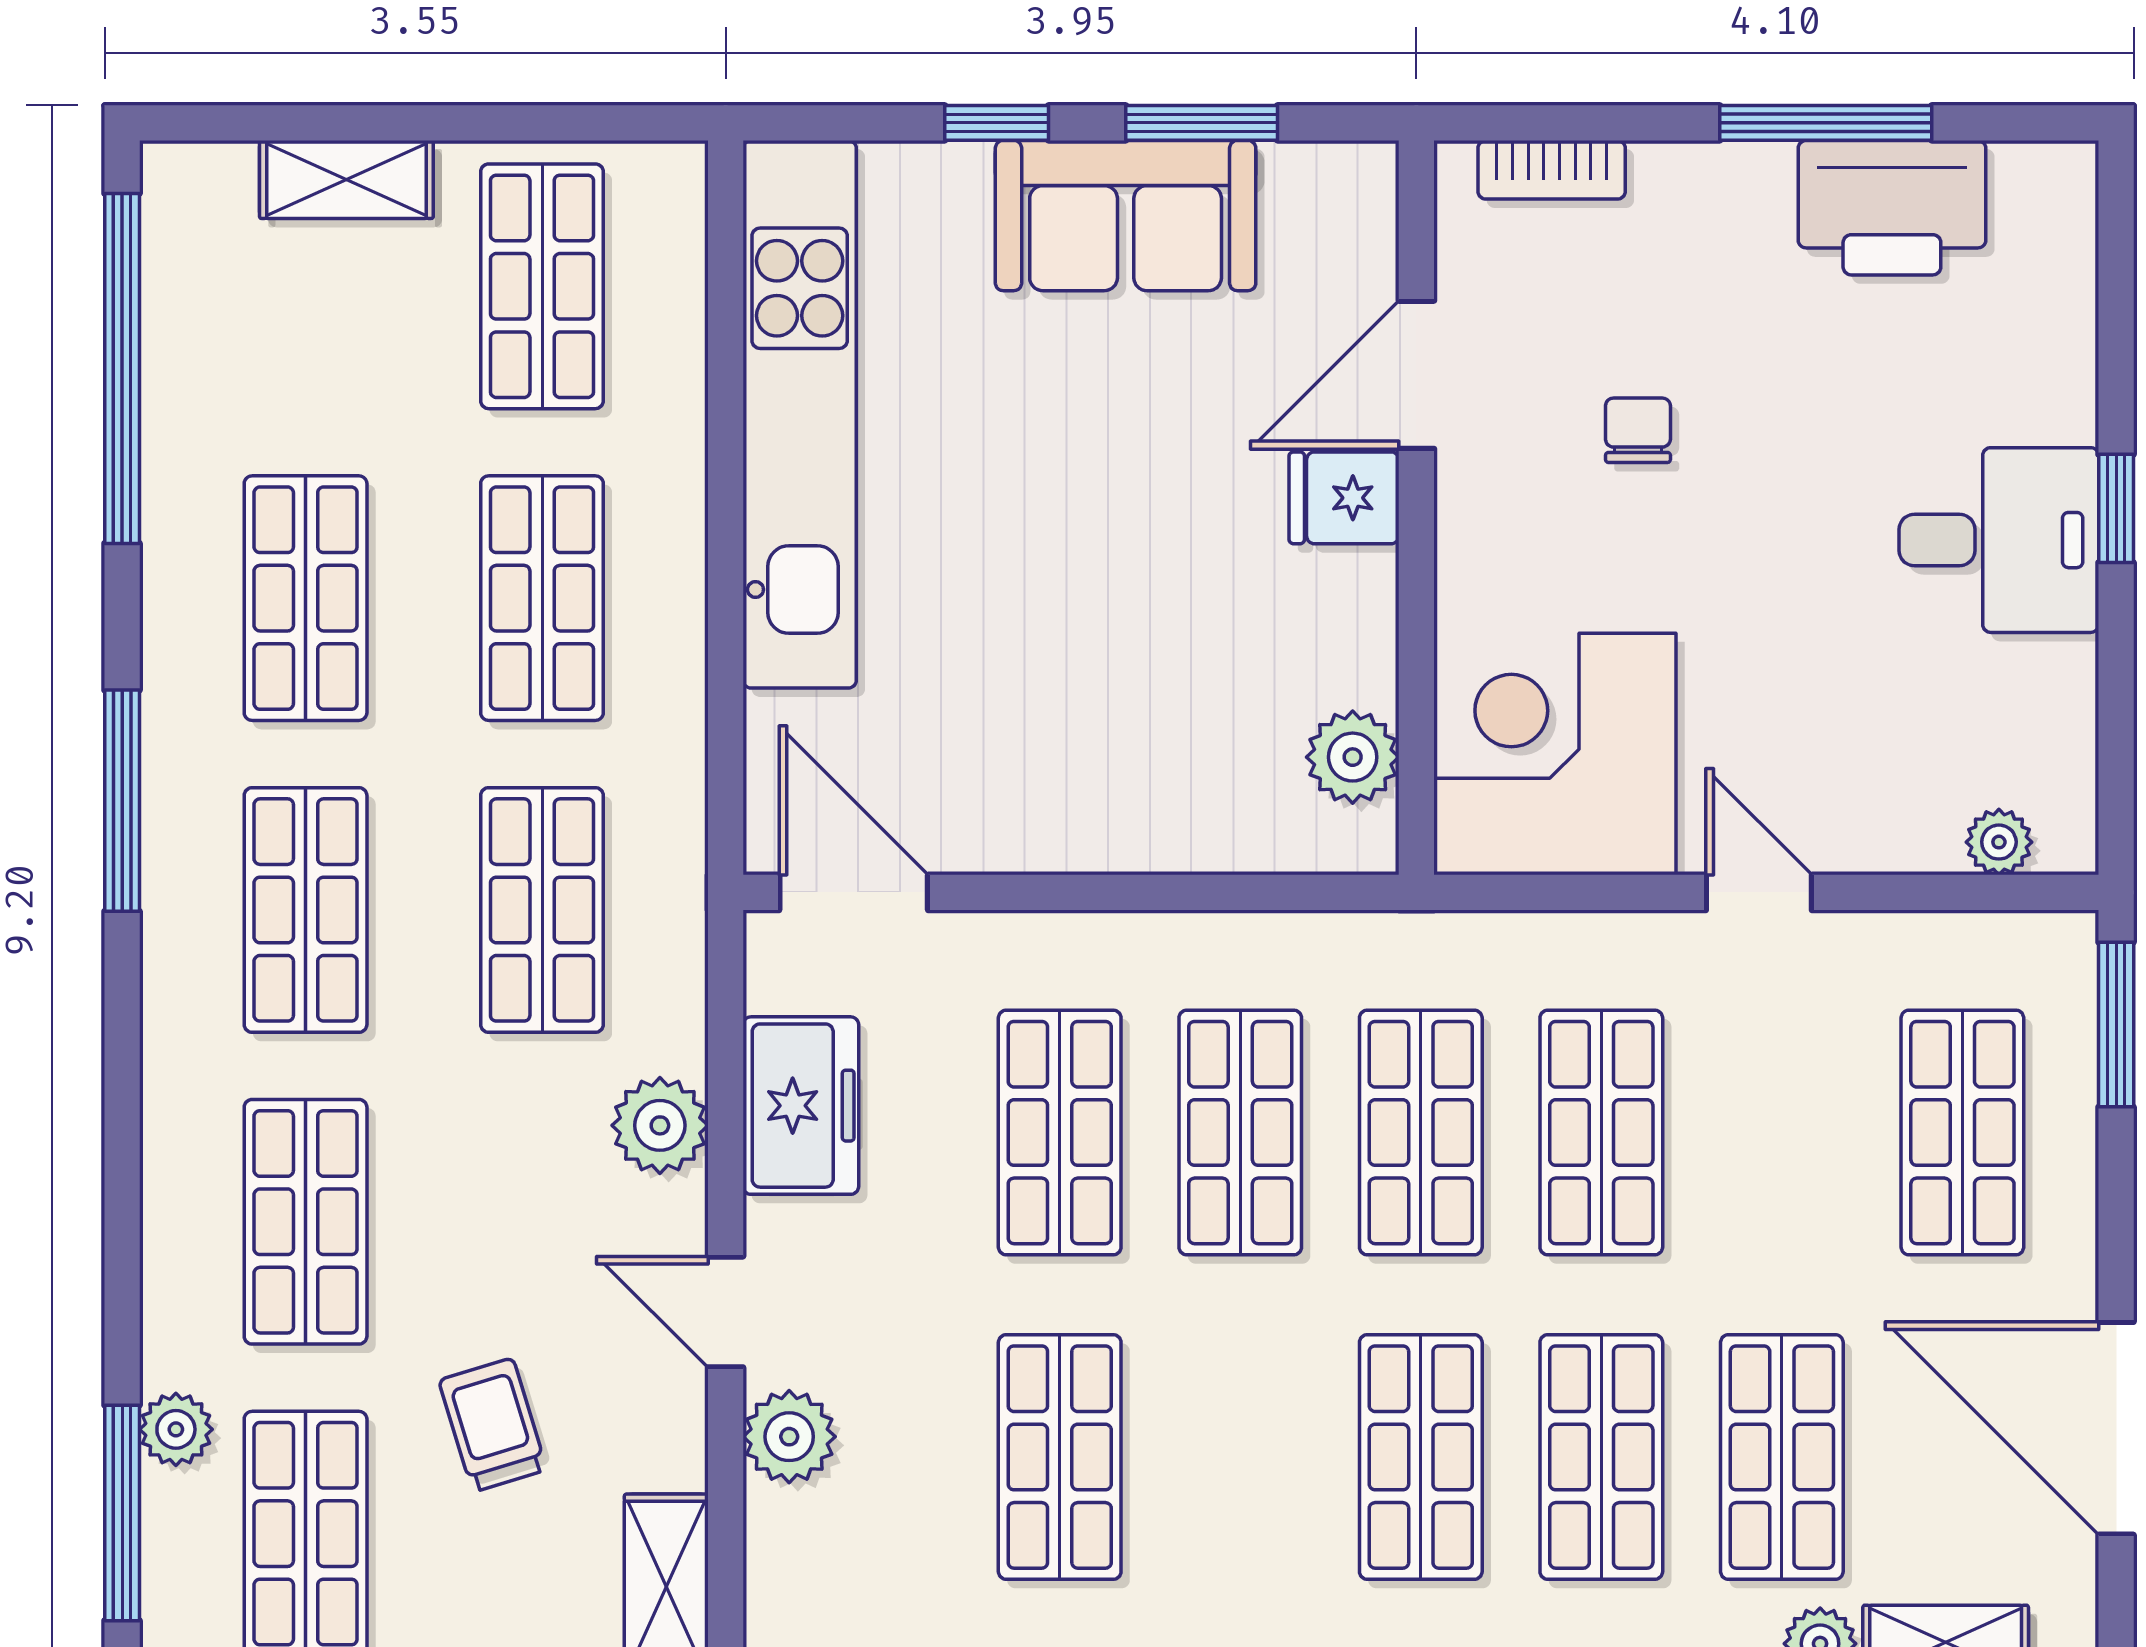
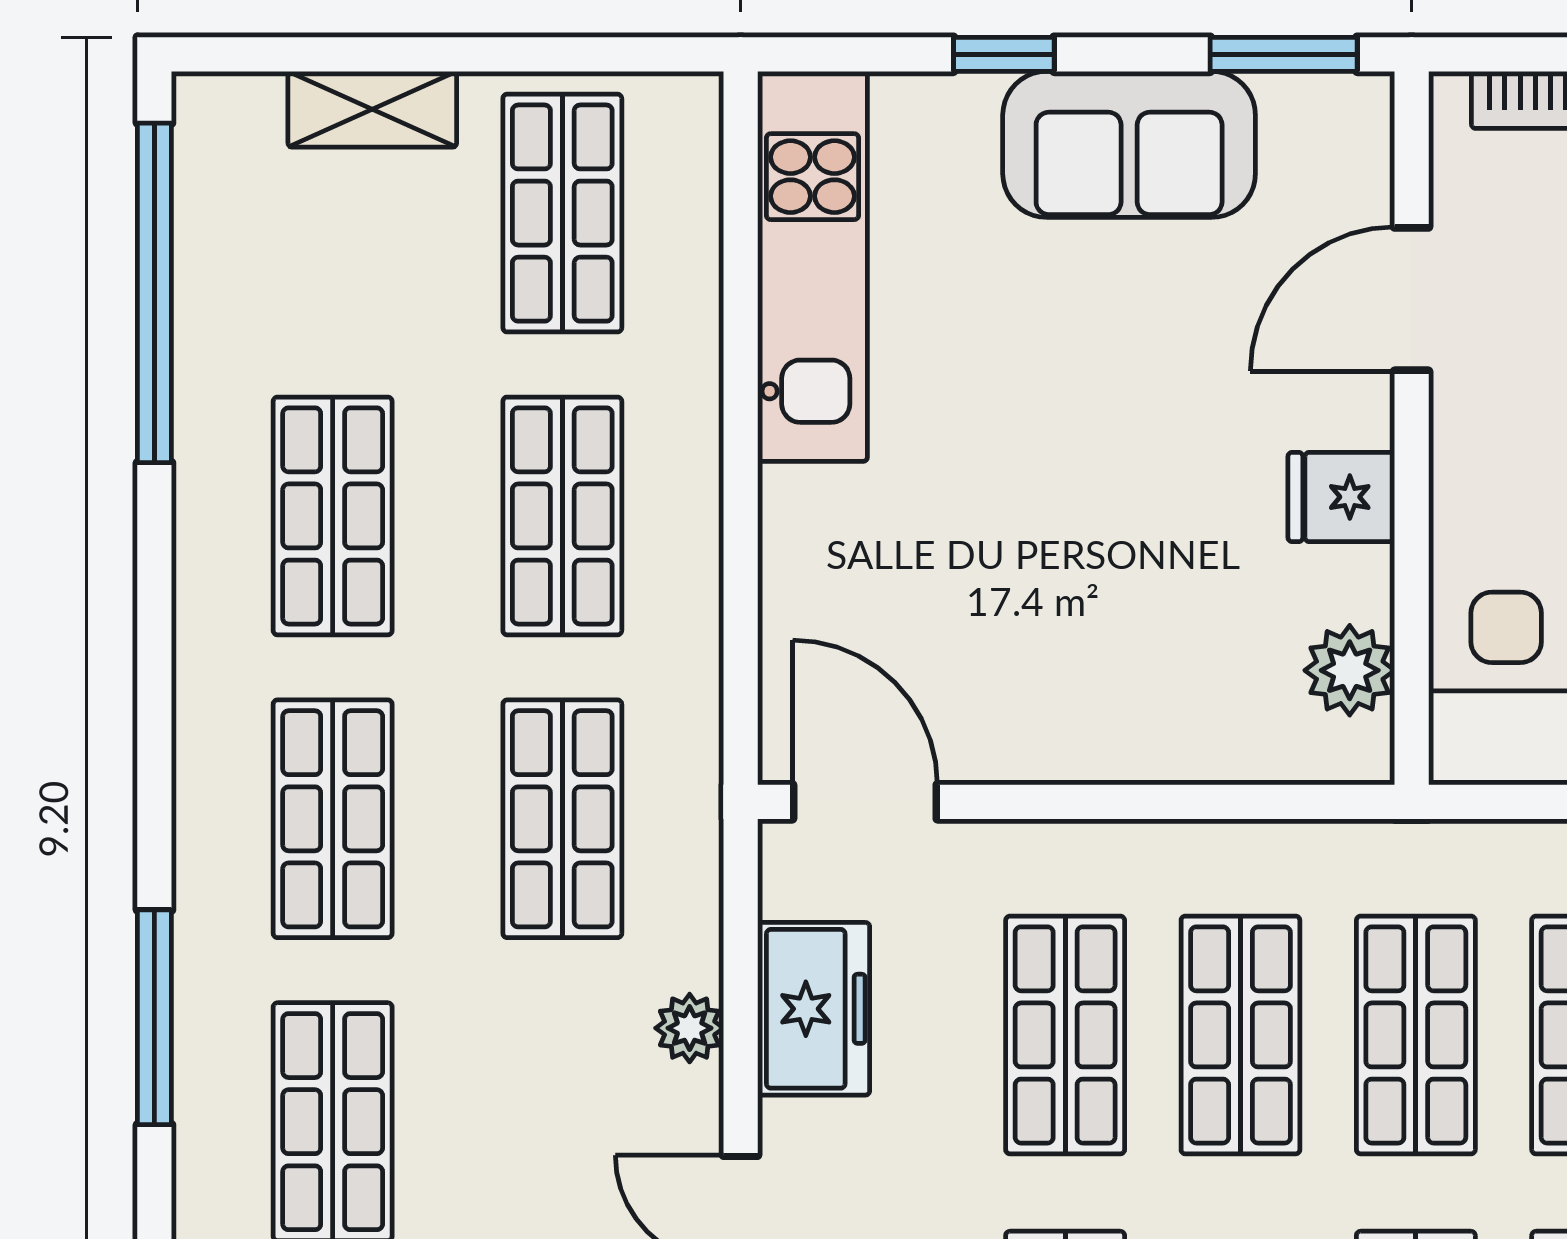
window: (1202, 123) -> (1284, 54), moved
kitchen unit: (800, 414) -> (812, 266), width x0.73
fridge: (1344, 498) -> (1341, 497), moved
window: (122, 801) -> (154, 1017), moved
plant: (660, 1125) -> (690, 1028), width x0.73, depth x0.73

